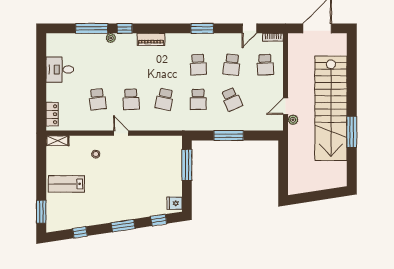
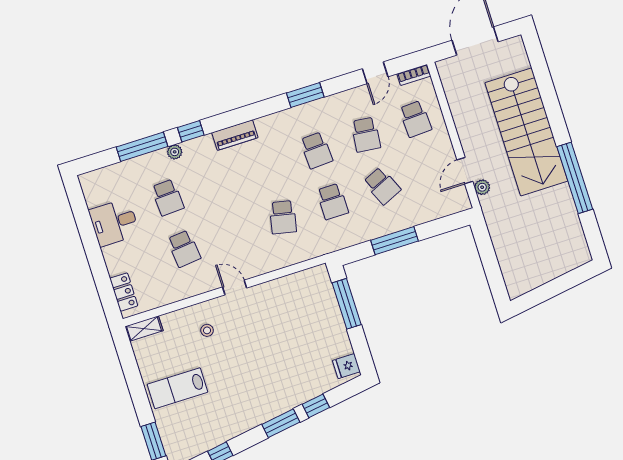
school desk: (131, 99) -> (168, 197), moved
stairs: (331, 108) -> (526, 132), width x0.73
window: (352, 132) -> (575, 178), width x1.46
window: (159, 220) -> (316, 406), moved

